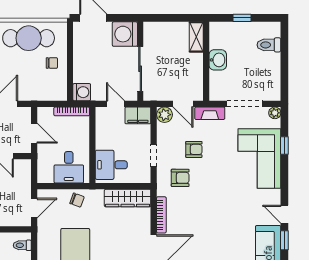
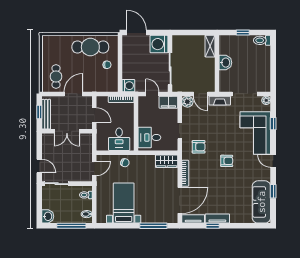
toilet: (269, 45) -> (262, 40), moved
armchair: (194, 149) -> (227, 161), moved
wardrobe: (128, 198) -> (167, 161), width x0.67
door: (284, 214) -> (273, 161), moved

